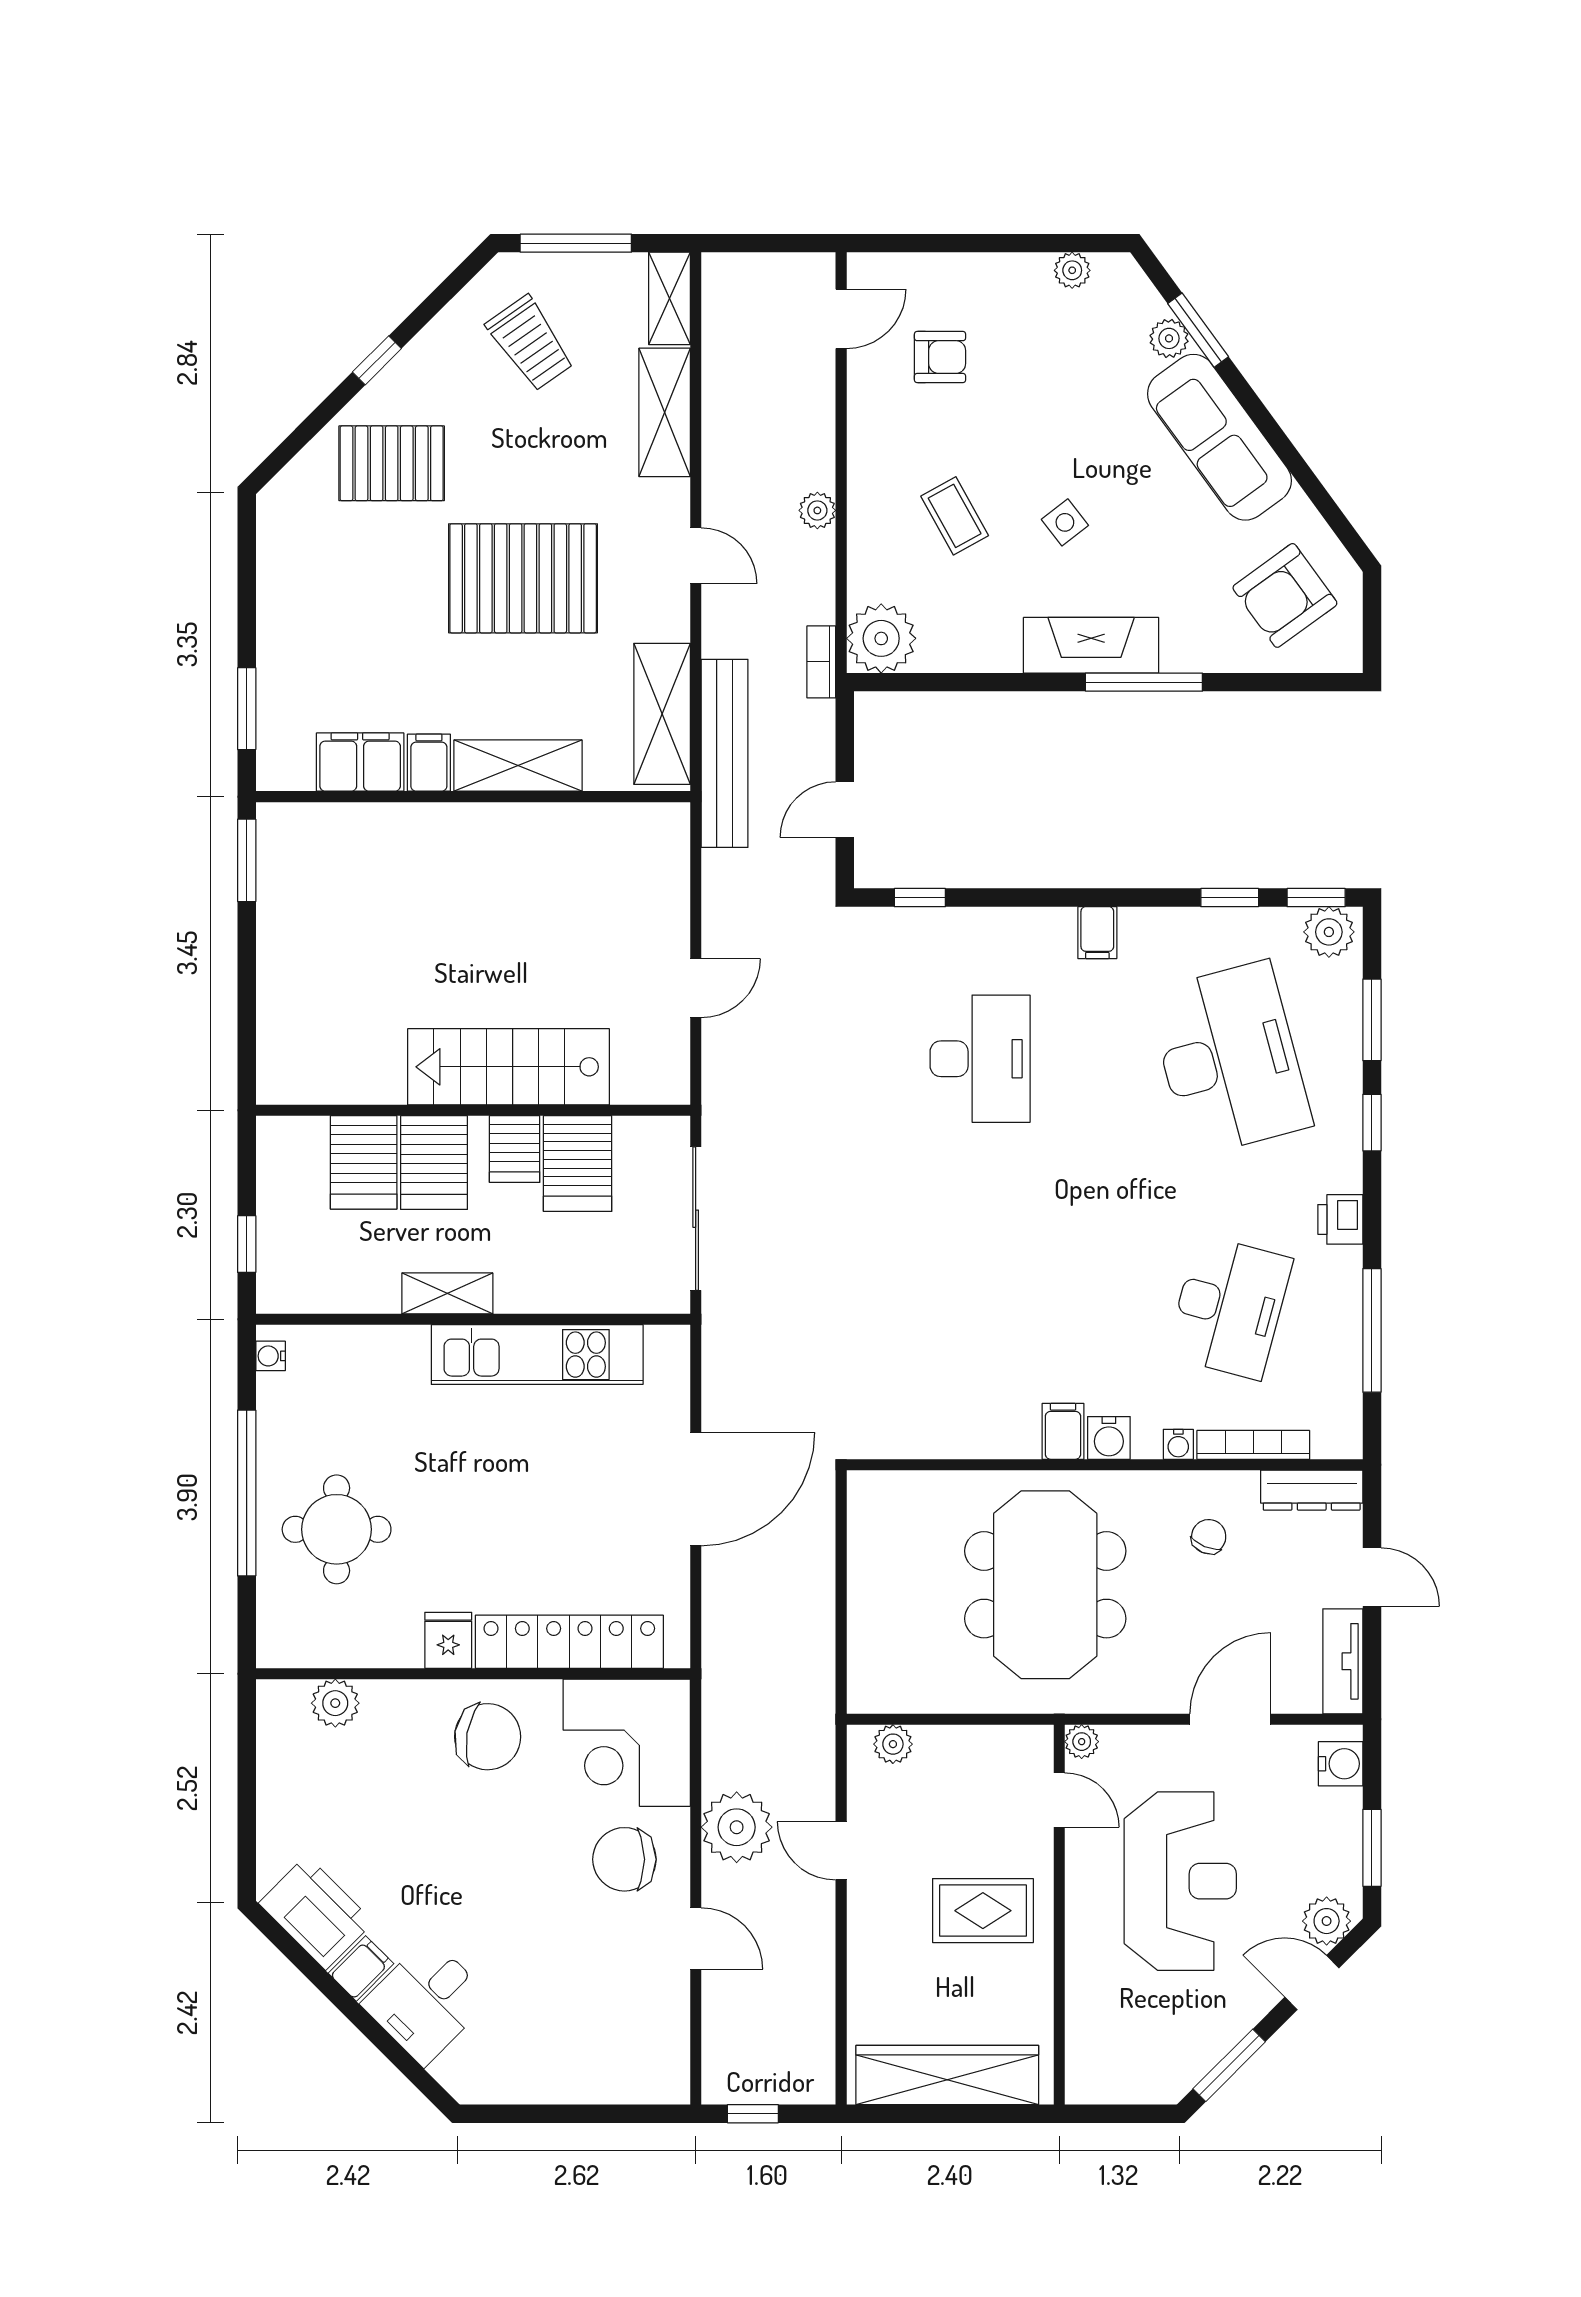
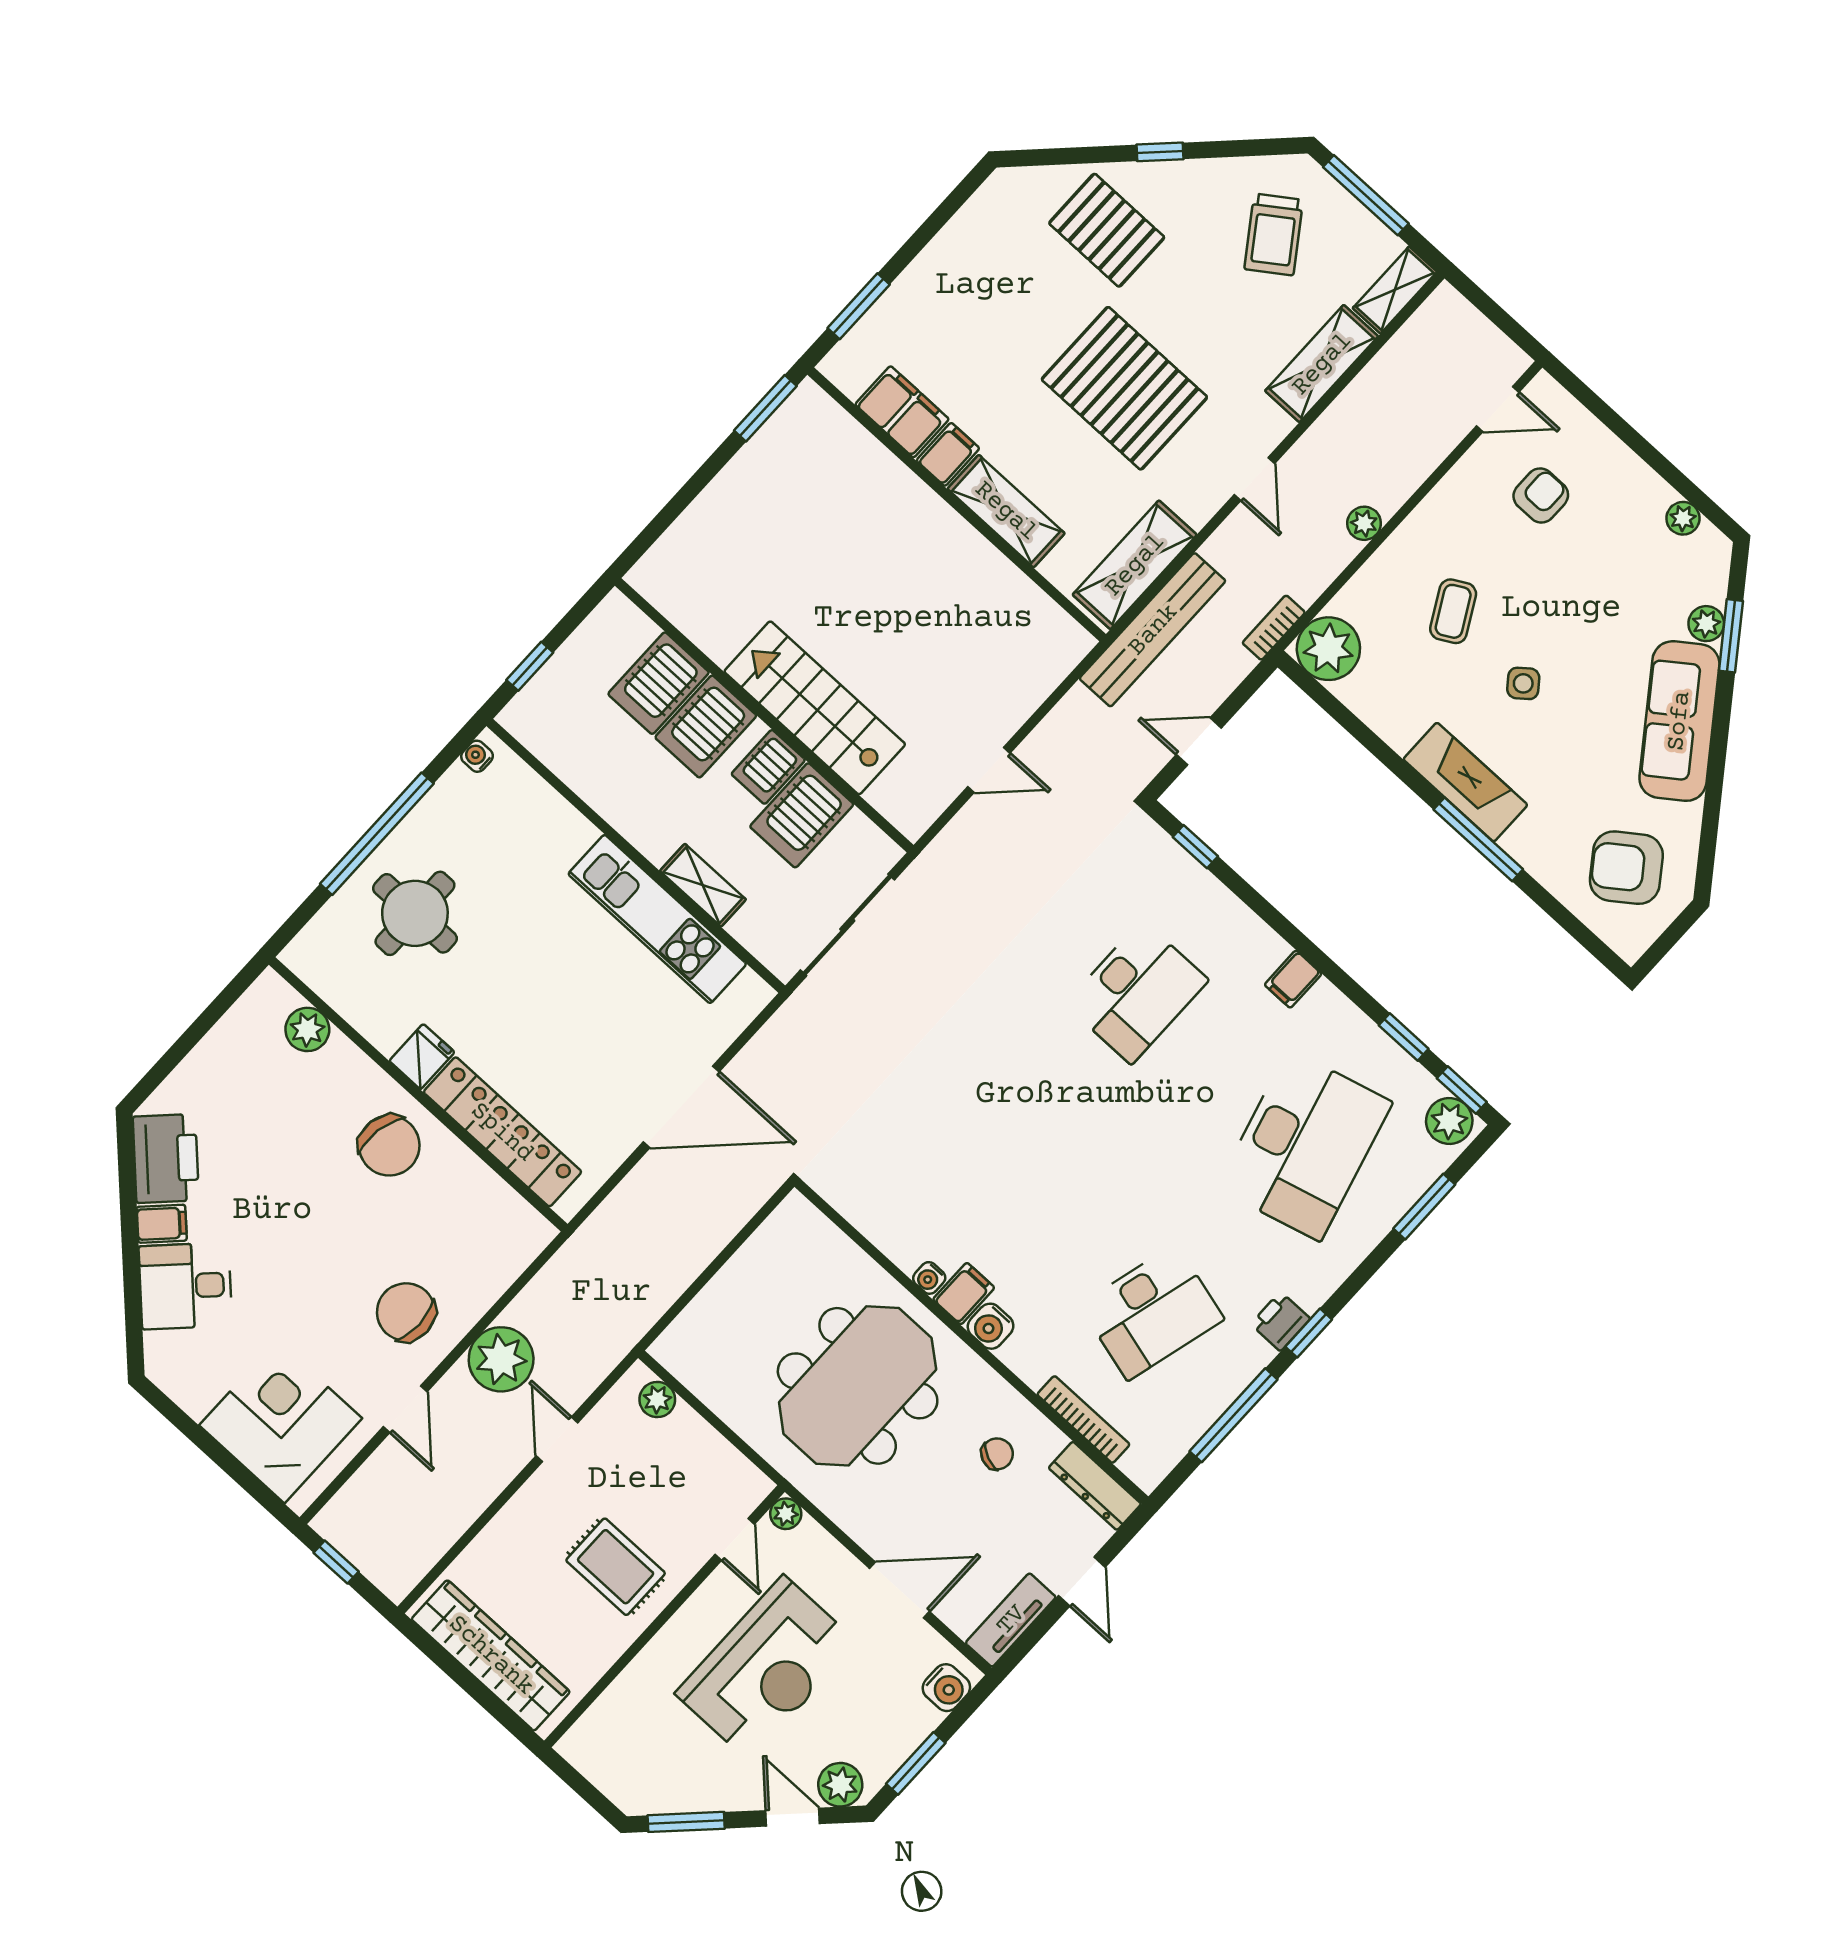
armchair: (940, 357) -> (1541, 495), turned -90
window: (1372, 1123) -> (1309, 1333), moved
shelving: (447, 1293) -> (703, 885), moved
water cooler: (1178, 1444) -> (929, 1278), moved
corner desk: (627, 1743) -> (281, 1422), moved, turned 90

